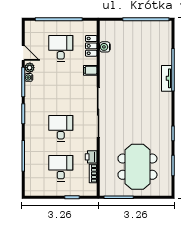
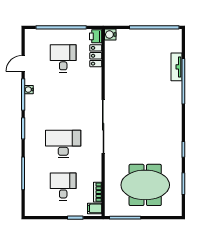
water cooler: (105, 47) -> (110, 35), moved
door: (23, 53) -> (23, 63), swing flipped
plant: (30, 68) -> (30, 79), removed
filing cabinet: (90, 70) -> (95, 208), moved
tv unit: (167, 78) -> (176, 67), moved
desk: (61, 128) -> (63, 144), width x1.37
printer: (91, 157) -> (96, 36), moved
meeting table: (137, 167) -> (145, 185), turned 90

